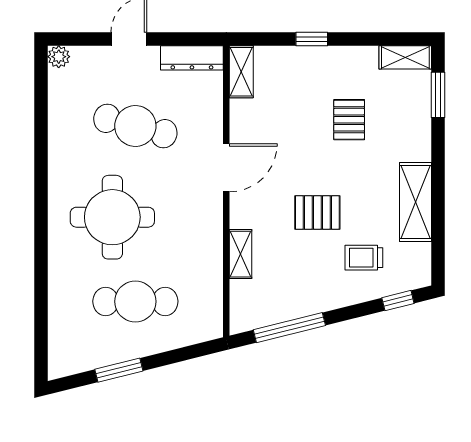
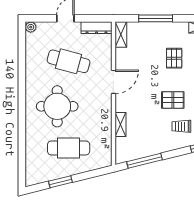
window: (312, 39) -> (156, 18), width x2.17
pallet: (317, 213) -> (173, 100), moved

